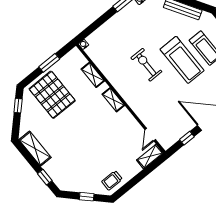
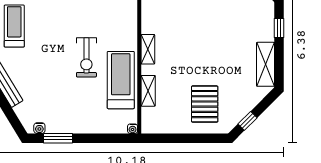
treadmill: (182, 60) -> (121, 80), moved
window: (49, 63) -> (182, 138), removed
pallet: (52, 95) -> (205, 104), width x0.73, depth x0.71

